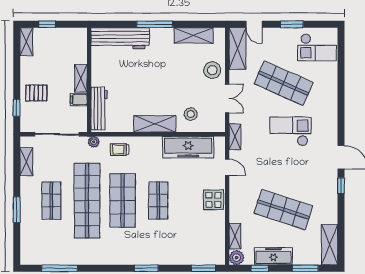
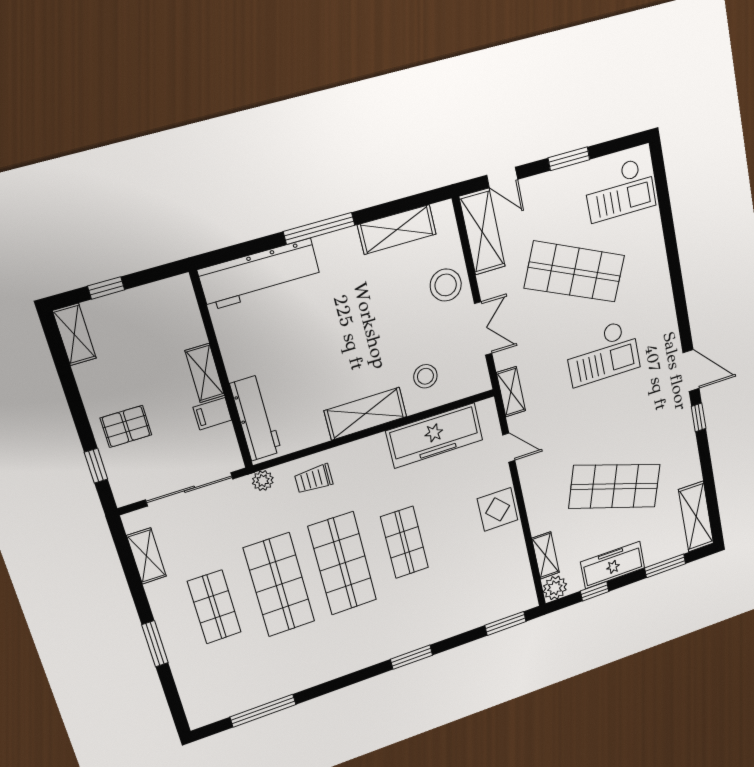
checkout: (291, 131) -> (602, 353), turned 180
shop shelf: (87, 201) -> (279, 585), width x0.71

